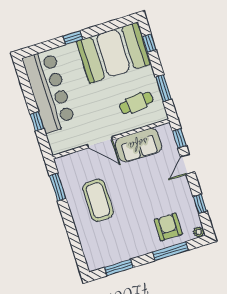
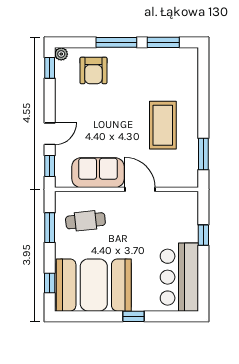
bar counter: (49, 91) -> (179, 277), width x0.73
window: (200, 204) -> (50, 68), moved
window: (170, 251) -> (116, 42), moved

